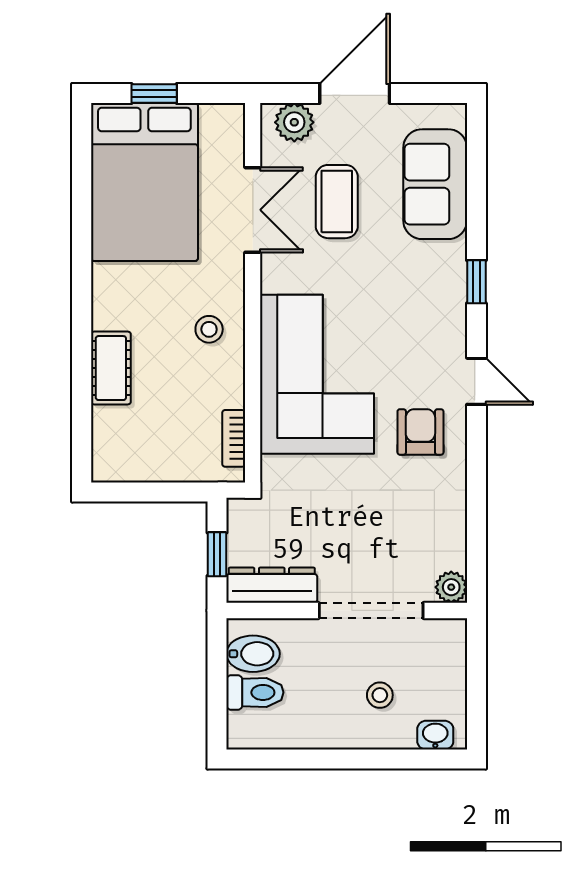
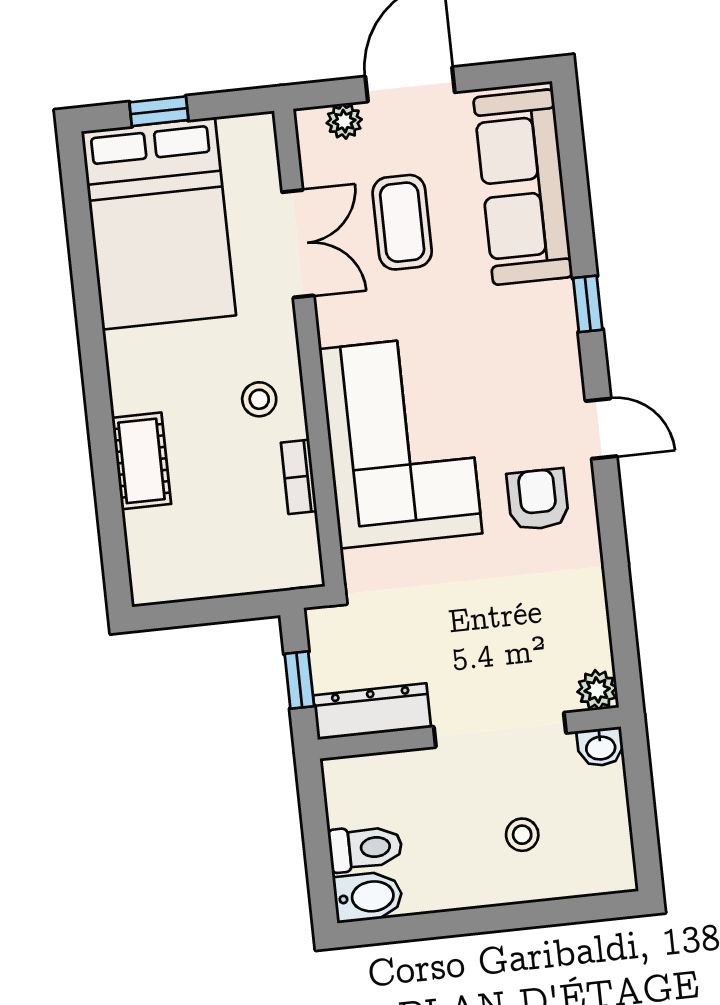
plant: (294, 122) -> (344, 121), width x0.73, depth x0.73
sofa: (435, 184) -> (523, 187), width x1.36
bookcase: (234, 438) -> (299, 477), moved
bidet: (253, 654) -> (368, 897), moved
washbasin: (435, 735) -> (601, 747), moved, turned 180

